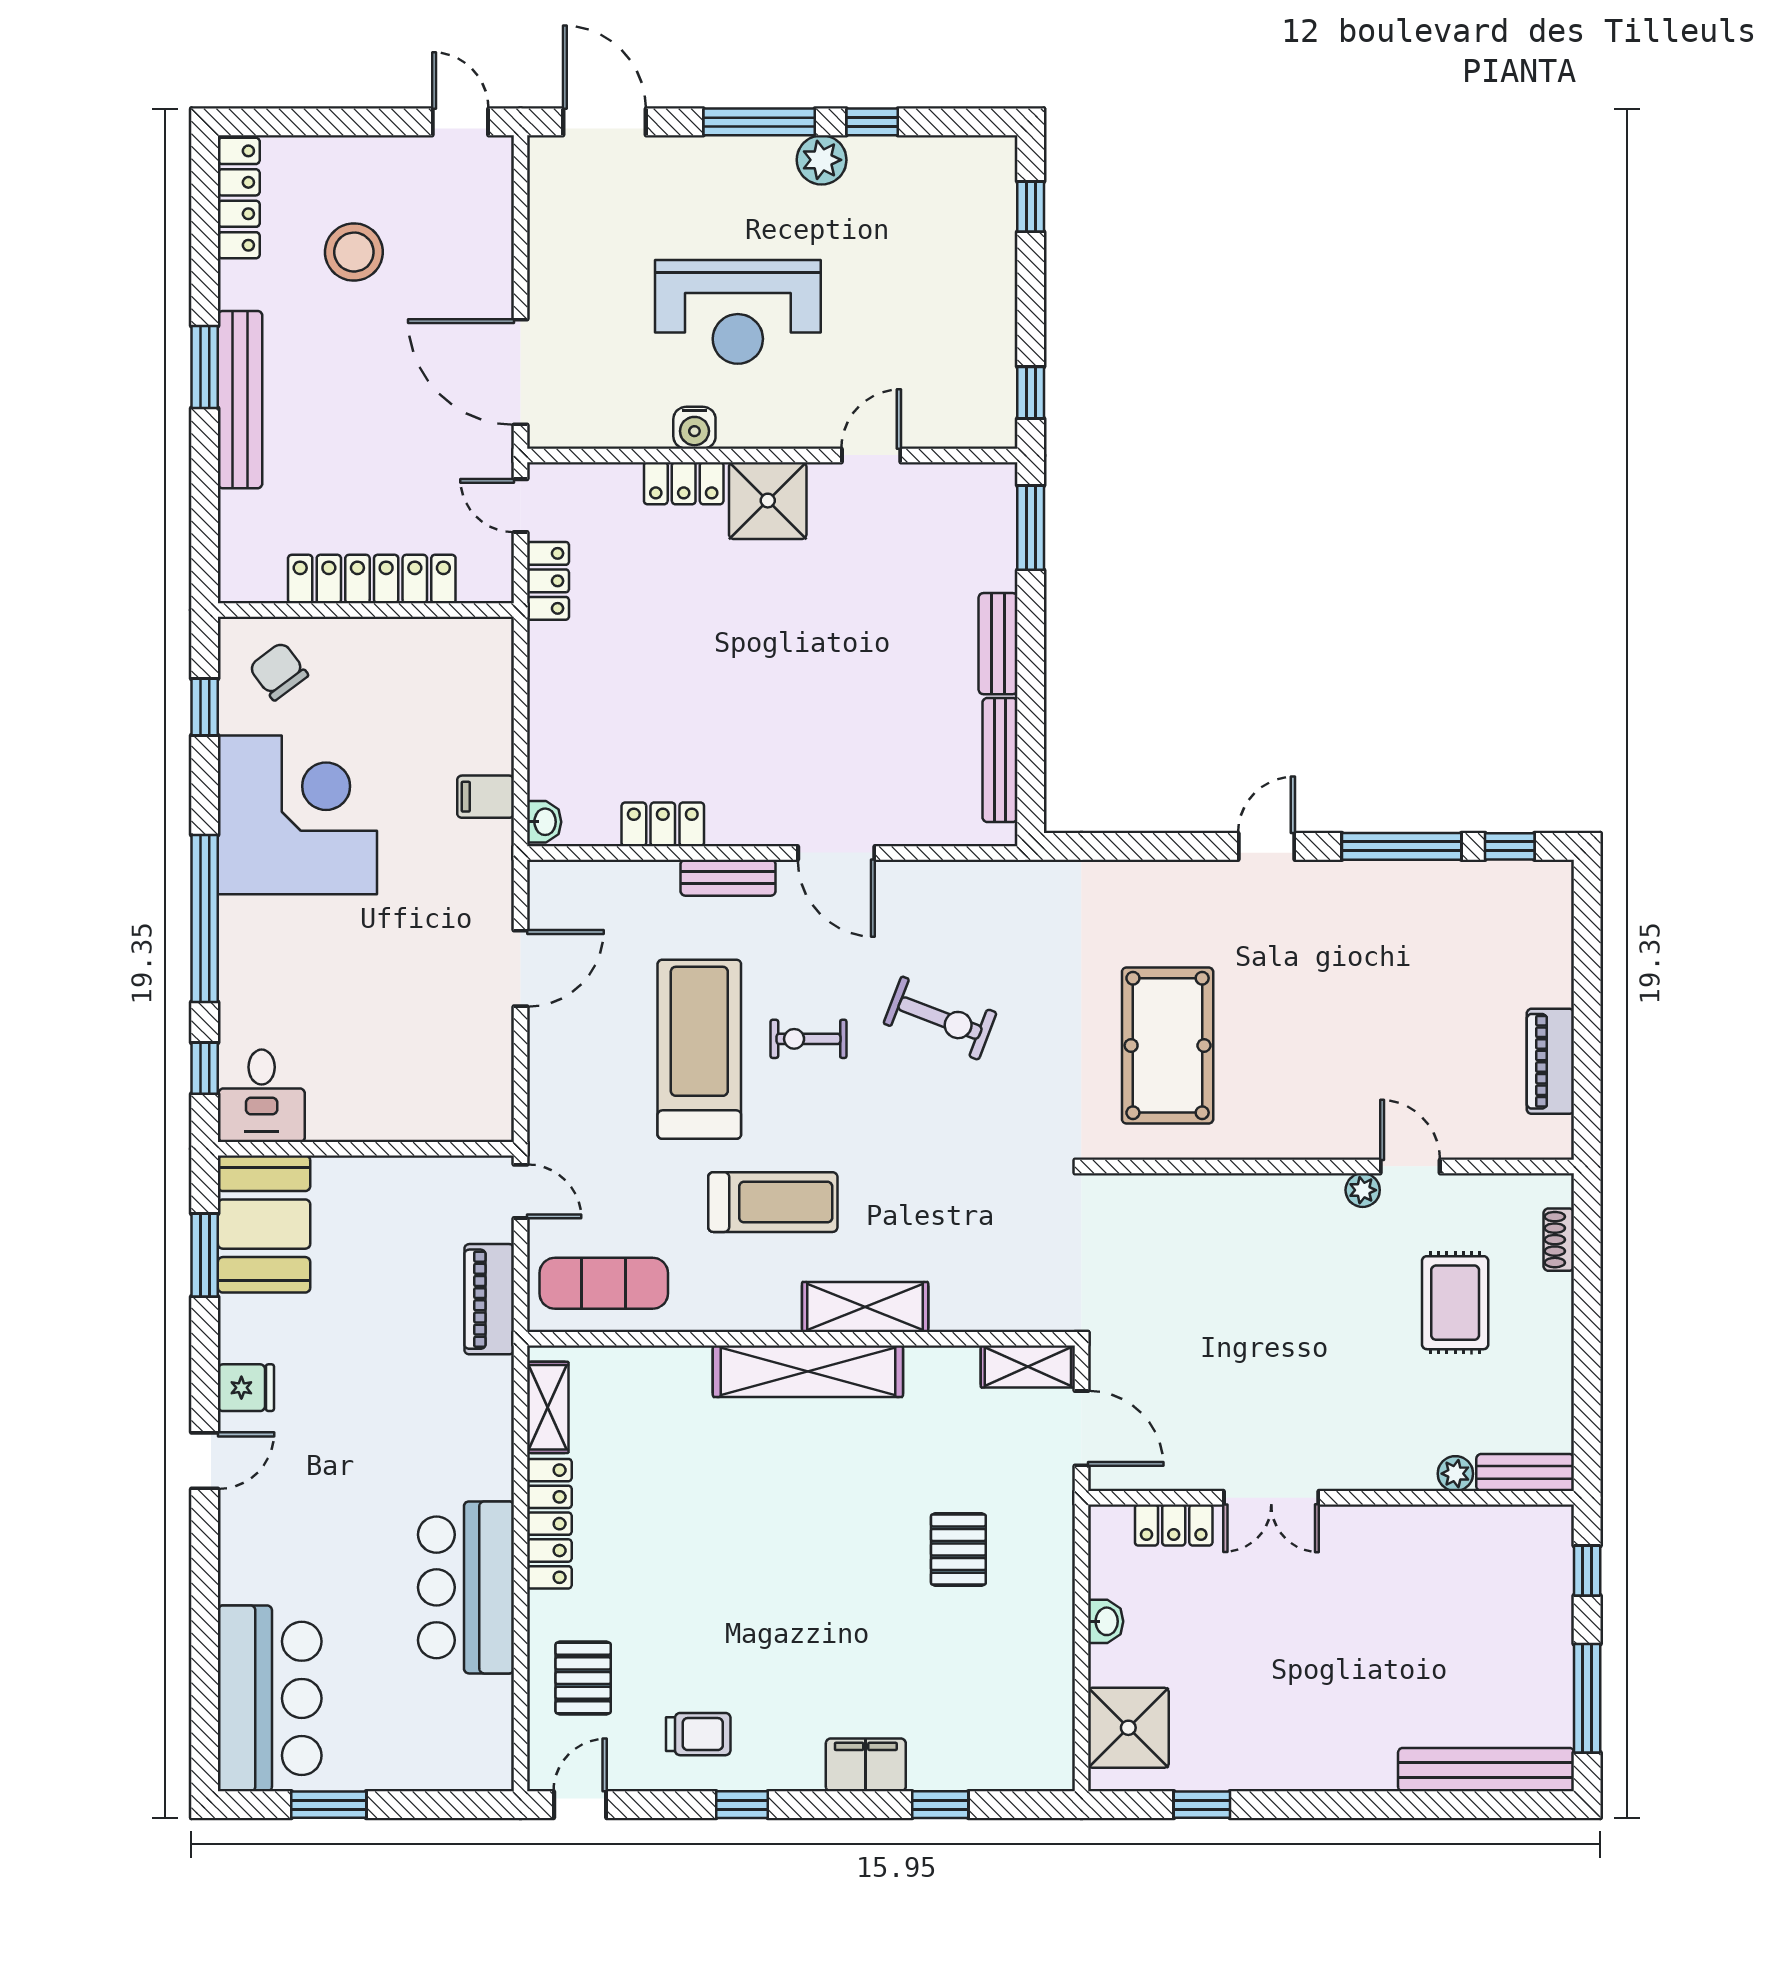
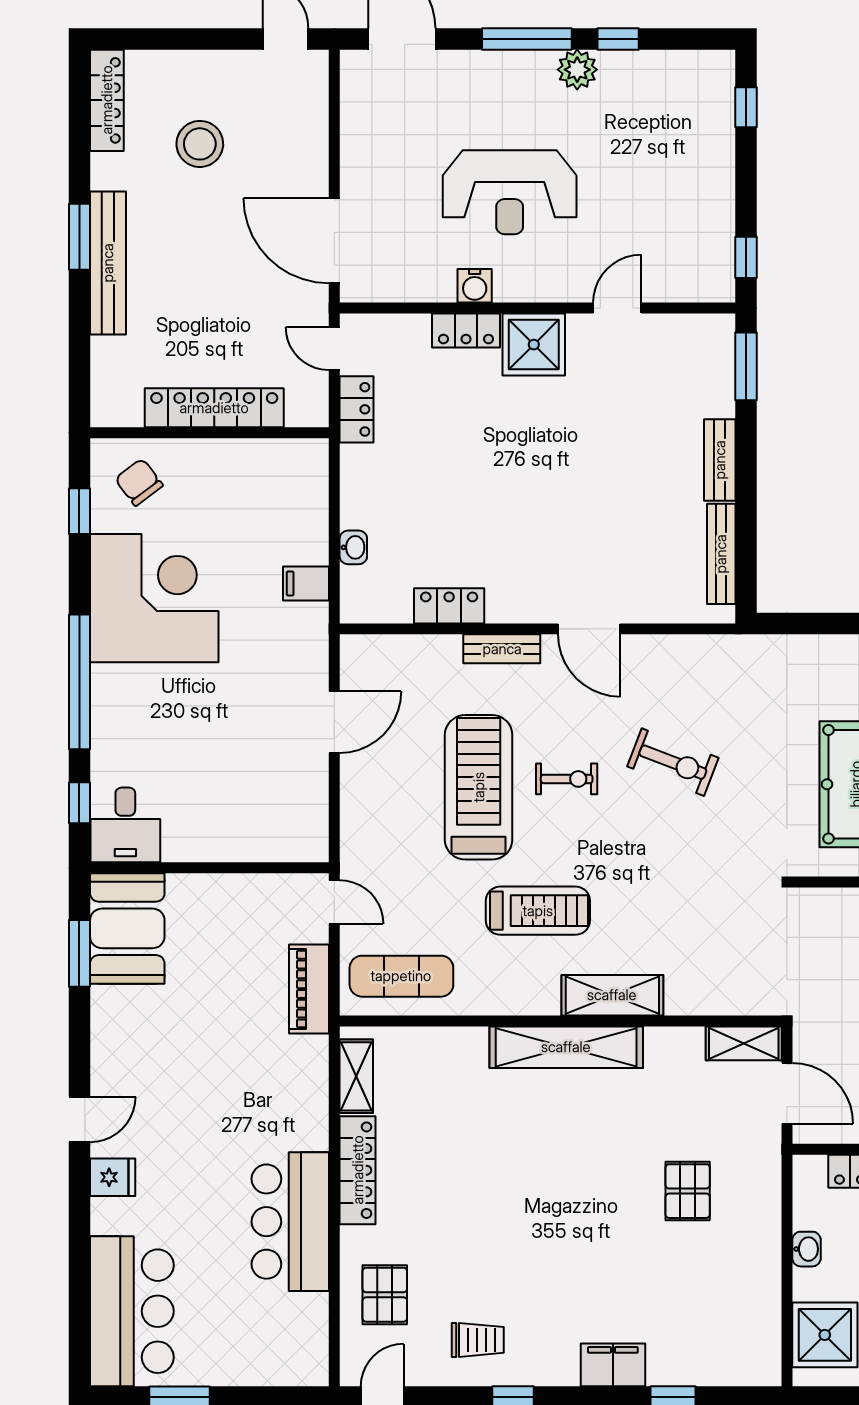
washbasin: (544, 822) -> (353, 547), moved
exercise bike: (808, 1039) -> (567, 779), turned 180
fridge: (246, 1388) -> (113, 1177), moved

